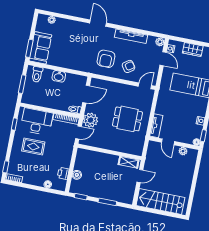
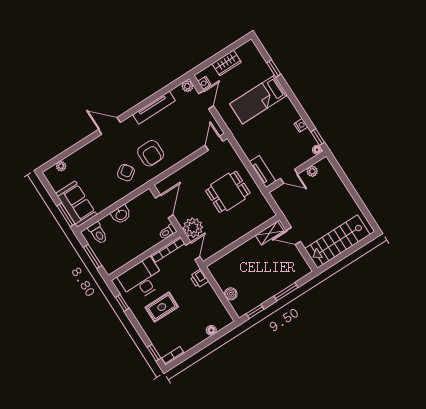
door: (163, 59) -> (206, 100), hinge flipped
armchair: (128, 66) -> (126, 173), moved
printer: (63, 173) -> (199, 279), moved
door: (140, 176) -> (293, 236), swing flipped

